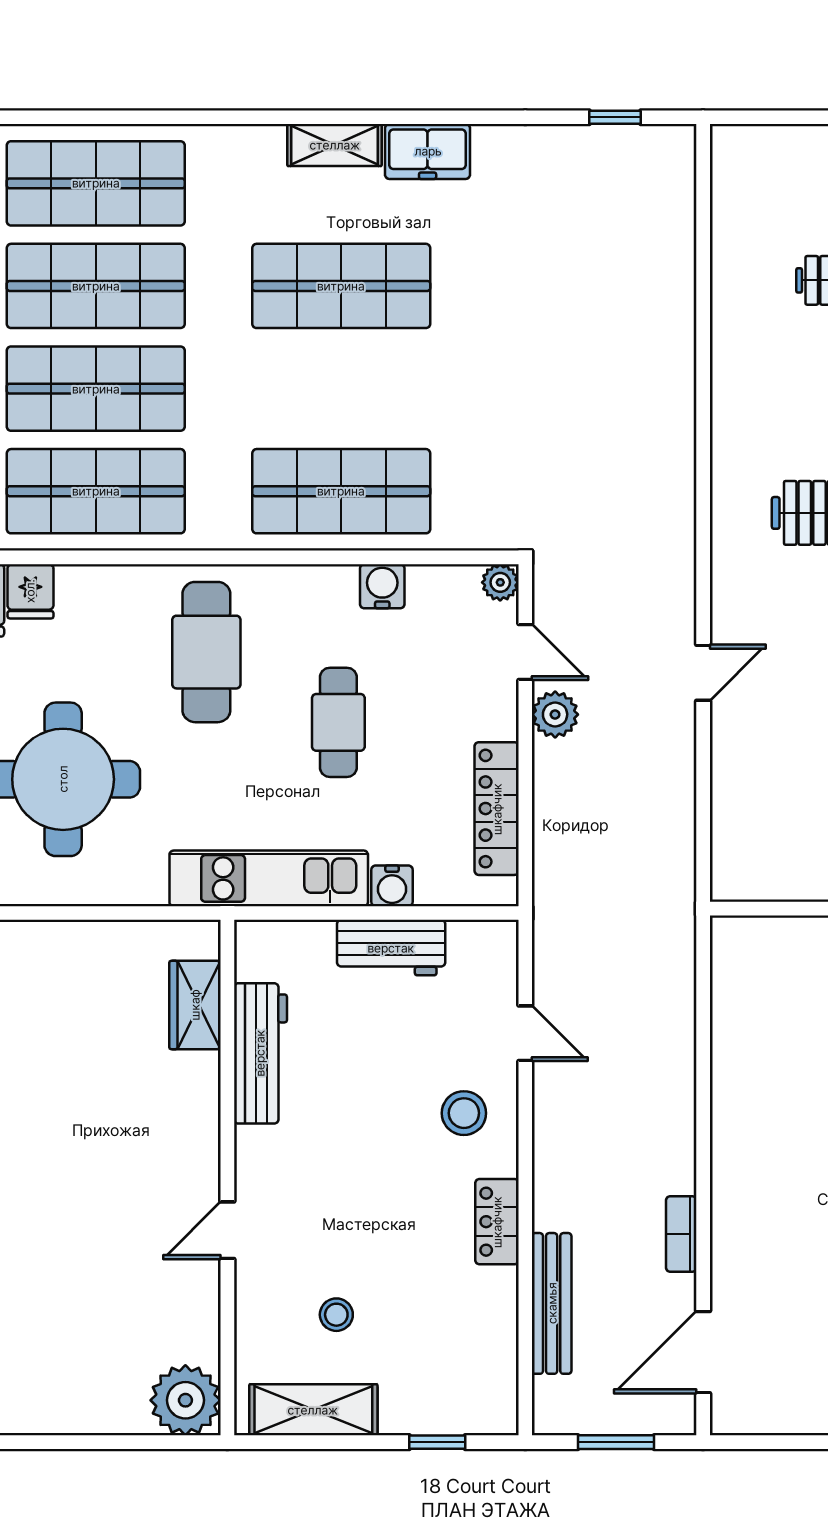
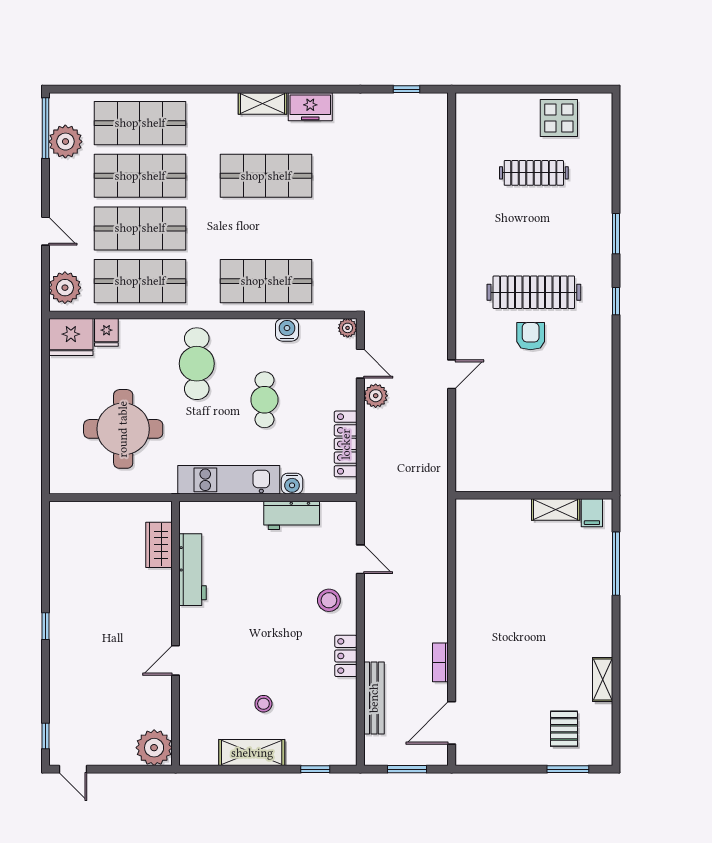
wardrobe: (195, 1005) -> (159, 545), moved
workbench: (260, 1053) -> (193, 570), moved
wall: (227, 1178) -> (176, 633), moved
door: (227, 1230) -> (176, 660), moved
plant: (185, 1400) -> (154, 748), moved

